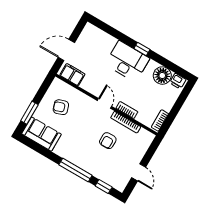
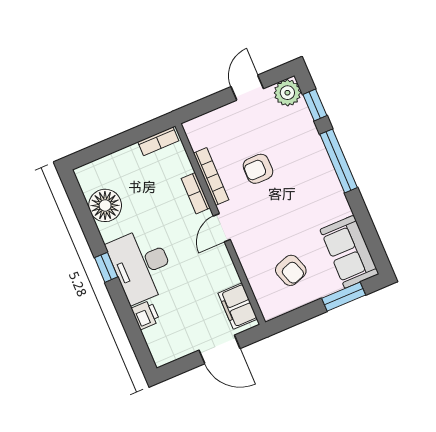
printer: (178, 81) -> (146, 315), moved
armchair: (108, 141) -> (258, 169), turned 180
plant: (120, 183) -> (287, 93), added

